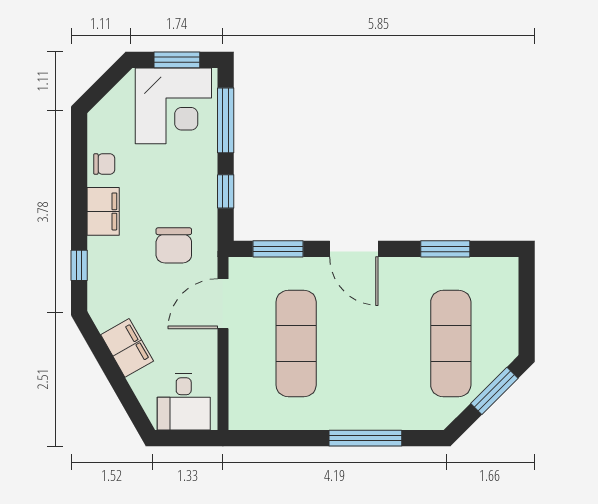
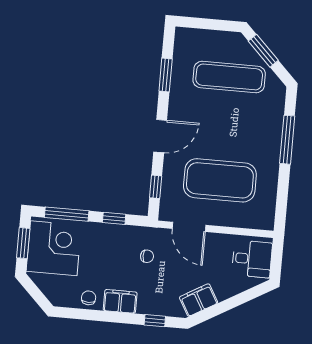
chair: (174, 245) -> (147, 256), width x0.54, depth x0.54
window: (278, 249) -> (156, 187), width x0.67
exercise mat: (296, 344) -> (220, 180), width x1.47
filing cabinet: (127, 348) -> (199, 300), moved

